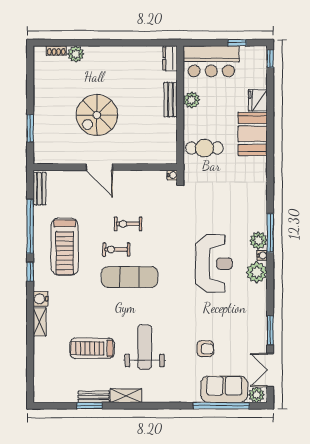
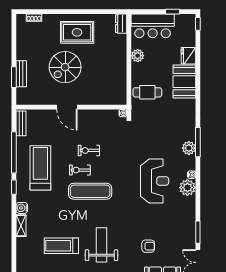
plant: (76, 54) -> (49, 20), removed
rug: (113, 70) -> (77, 32), added
bench: (171, 100) -> (21, 74), moved
window: (270, 233) -> (198, 142), moved
plant: (258, 240) -> (189, 148), moved
treadmill: (65, 247) -> (40, 168), turned 180

